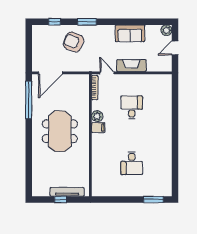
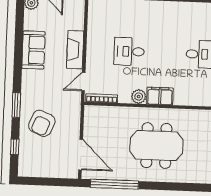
filing cabinet: (98, 128) -> (160, 96), width x2.00

